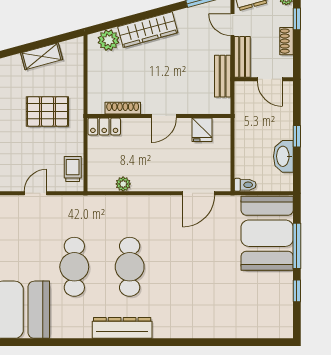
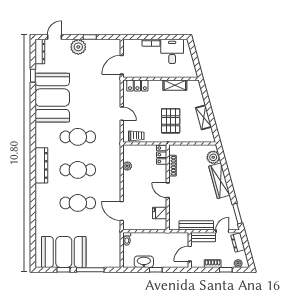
bench: (223, 76) -> (196, 225), width x1.36
booth: (267, 233) -> (64, 252), moved
cafe table: (185, 267) -> (78, 203), added

